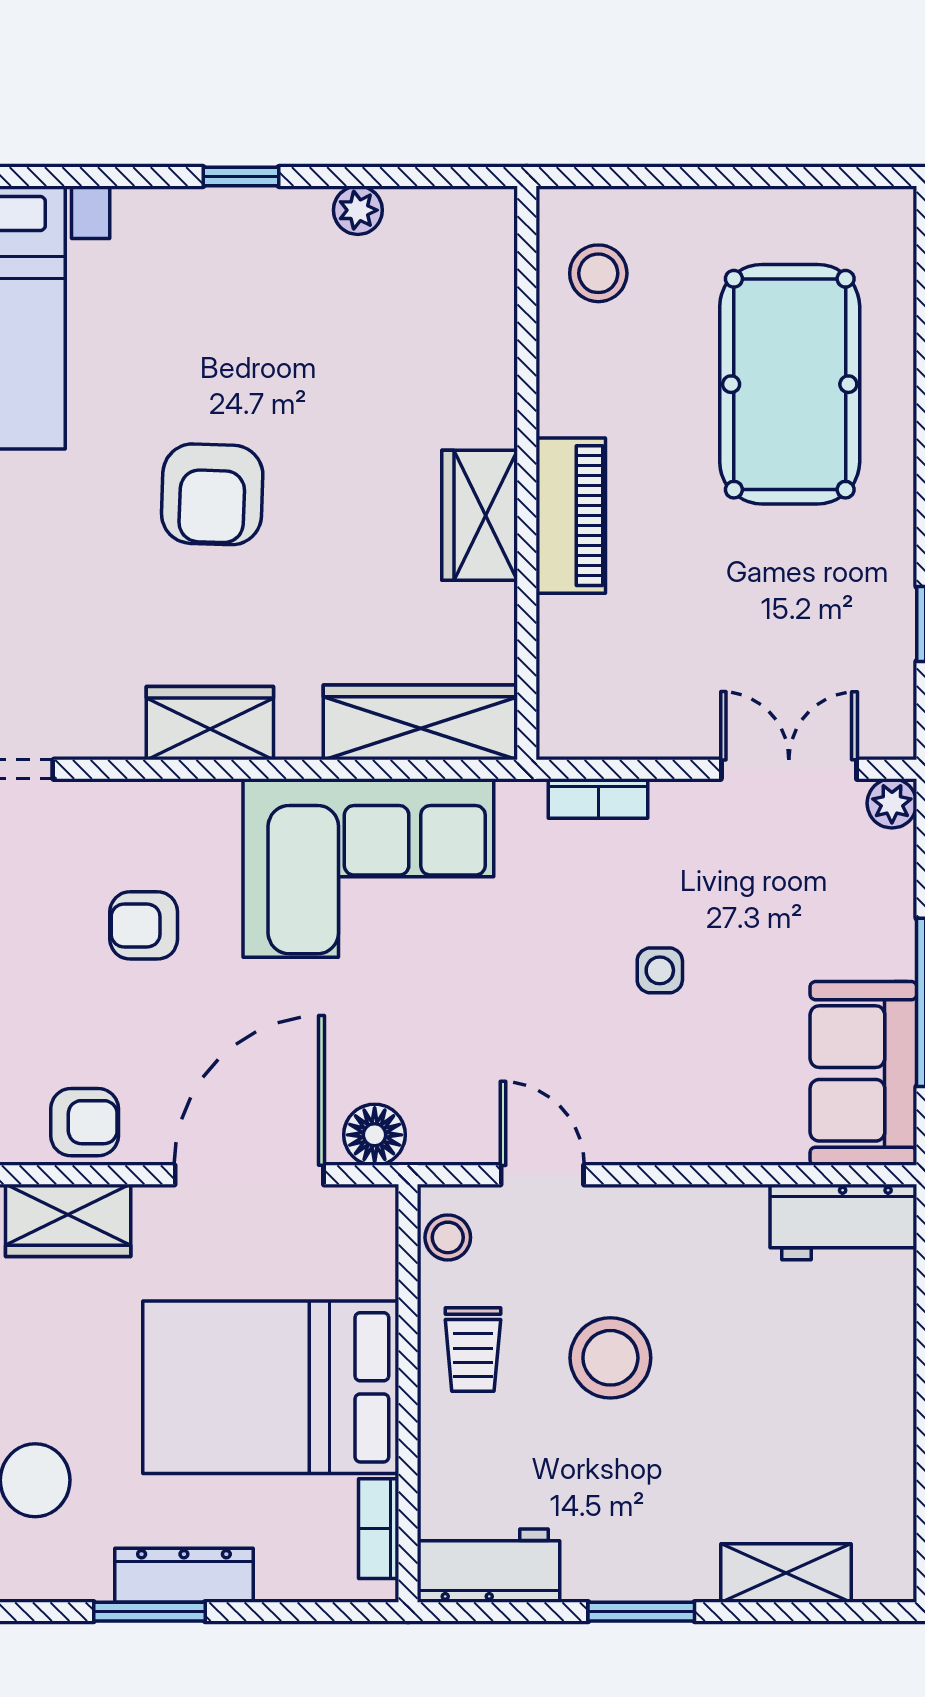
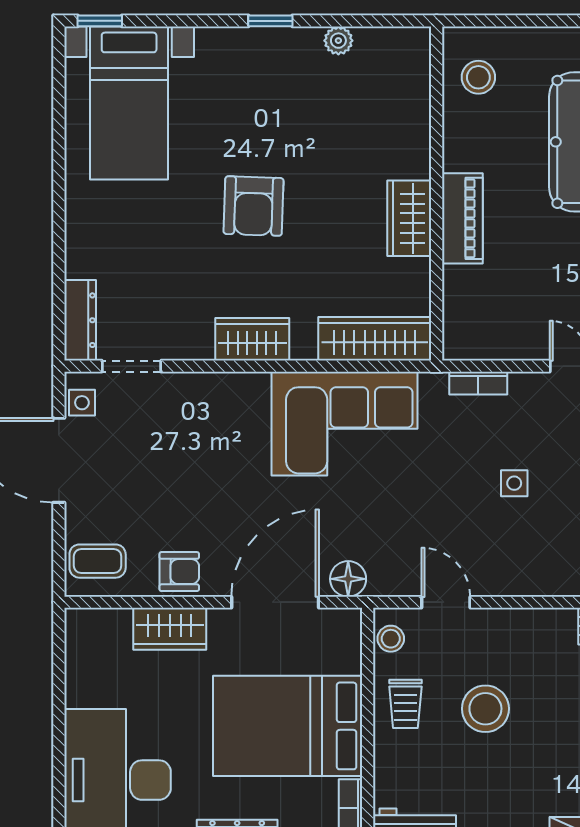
armchair: (144, 925) -> (214, 457), removed

